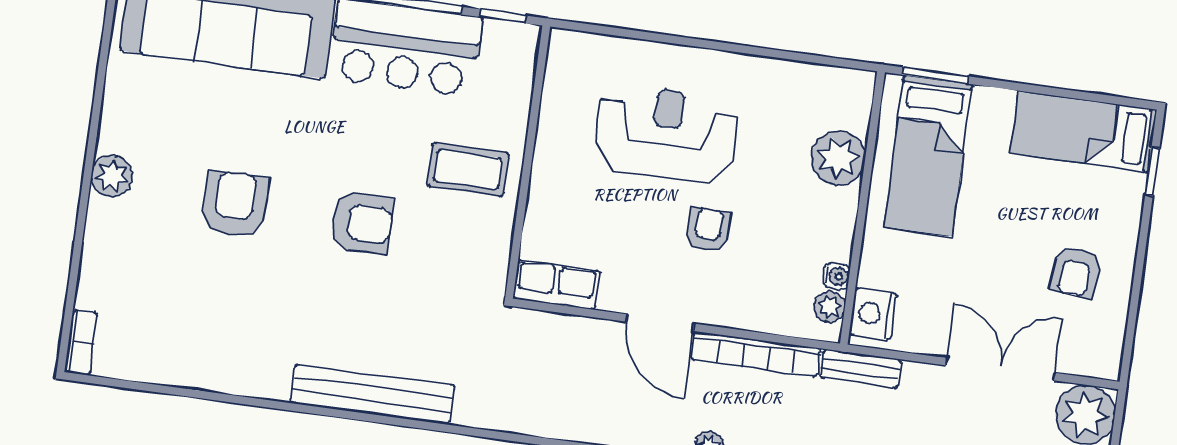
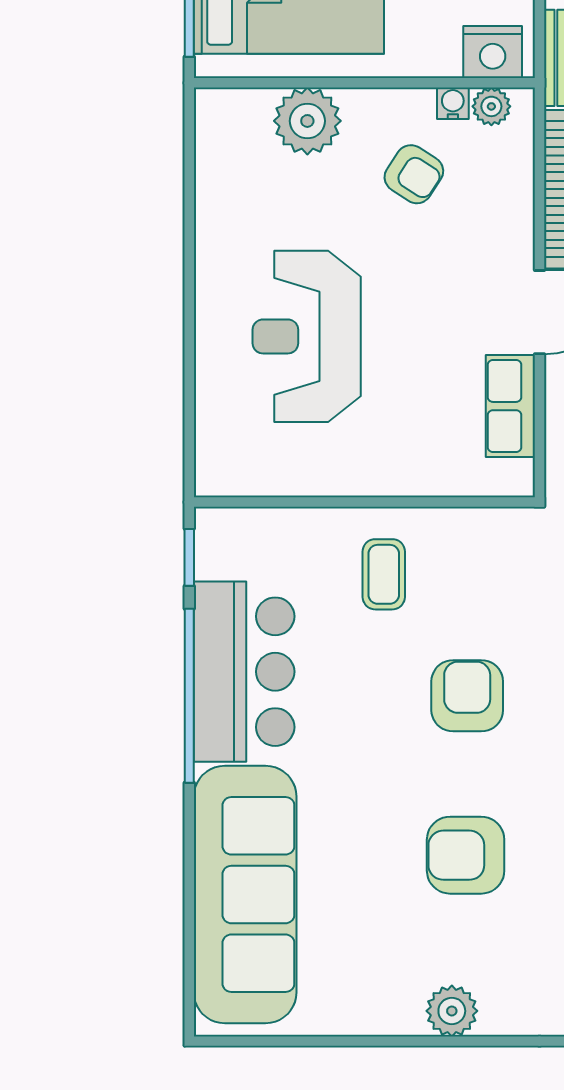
coffee table: (468, 170) -> (384, 574), width x0.73, depth x0.77
armchair: (708, 230) -> (414, 174), moved, turned -147
row of seats: (556, 285) -> (510, 406), moved

